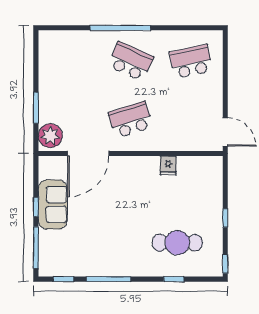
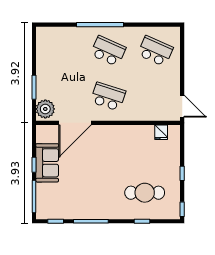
school desk: (191, 61) -> (155, 51), turned 36
school desk: (131, 120) -> (108, 97), turned 36
fridge: (168, 165) -> (161, 132), moved

